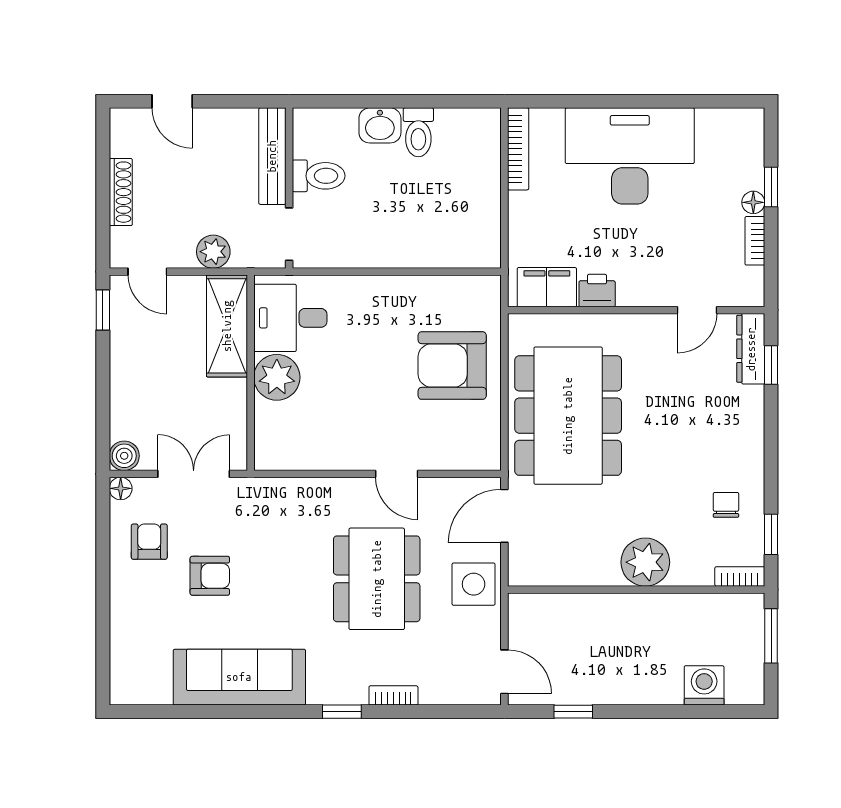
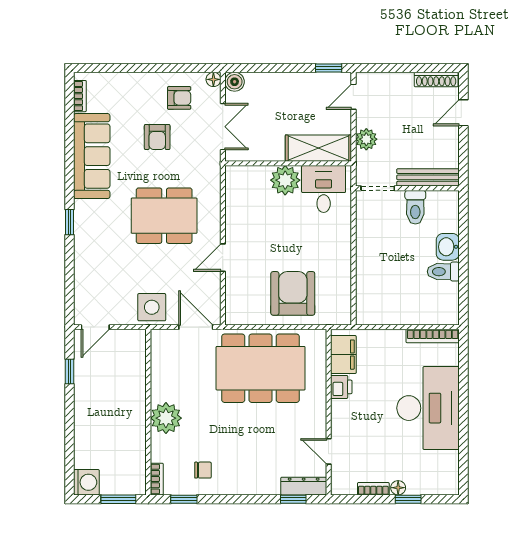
shoe rack: (121, 192) -> (436, 79), moved
dining table: (377, 579) -> (164, 216), moved
washing machine: (704, 685) -> (86, 482), moved
bookcase: (393, 695) -> (80, 96), moved

